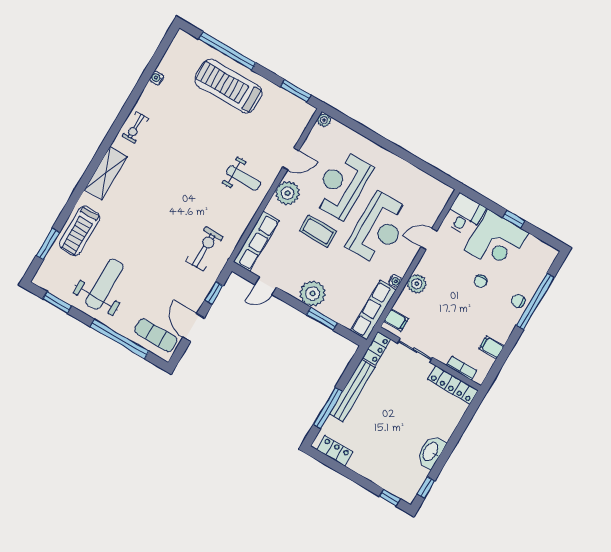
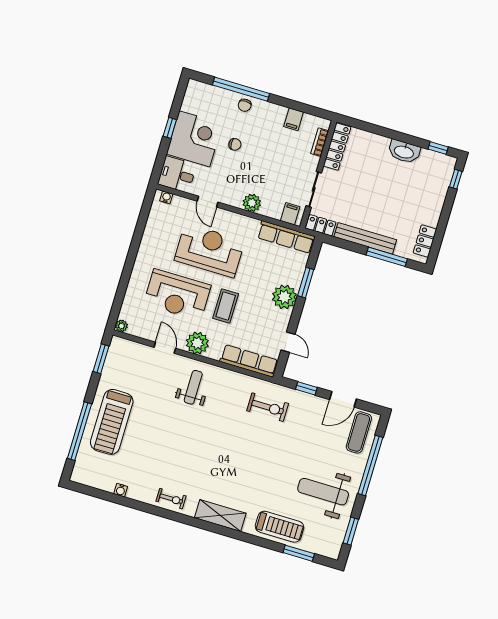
exercise bike: (205, 249) -> (268, 407), turned 180
water cooler: (395, 281) -> (166, 197), moved

